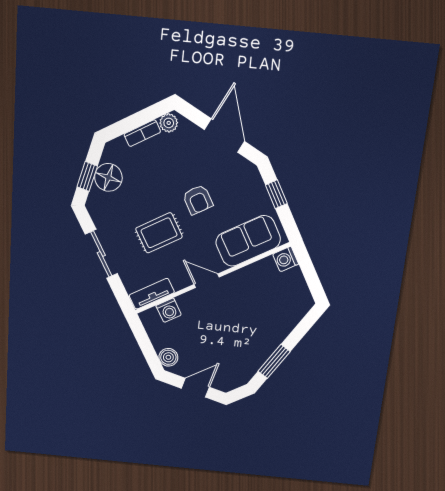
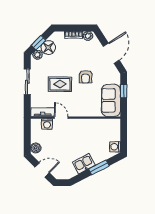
plant: (96, 199) -> (38, 55), added
sofa: (248, 241) -> (111, 100), moved, turned -90
washing machine: (286, 259) -> (115, 147), moved
door: (207, 281) -> (61, 118), moved
kitchen sink: (261, 349) -> (84, 164), added
window: (274, 361) -> (99, 167), moved

